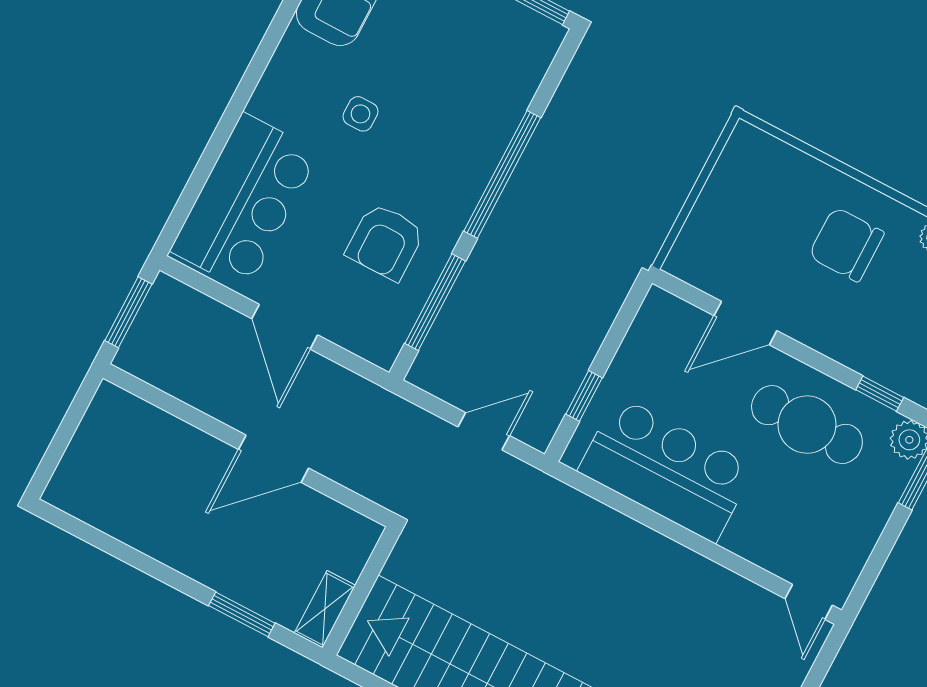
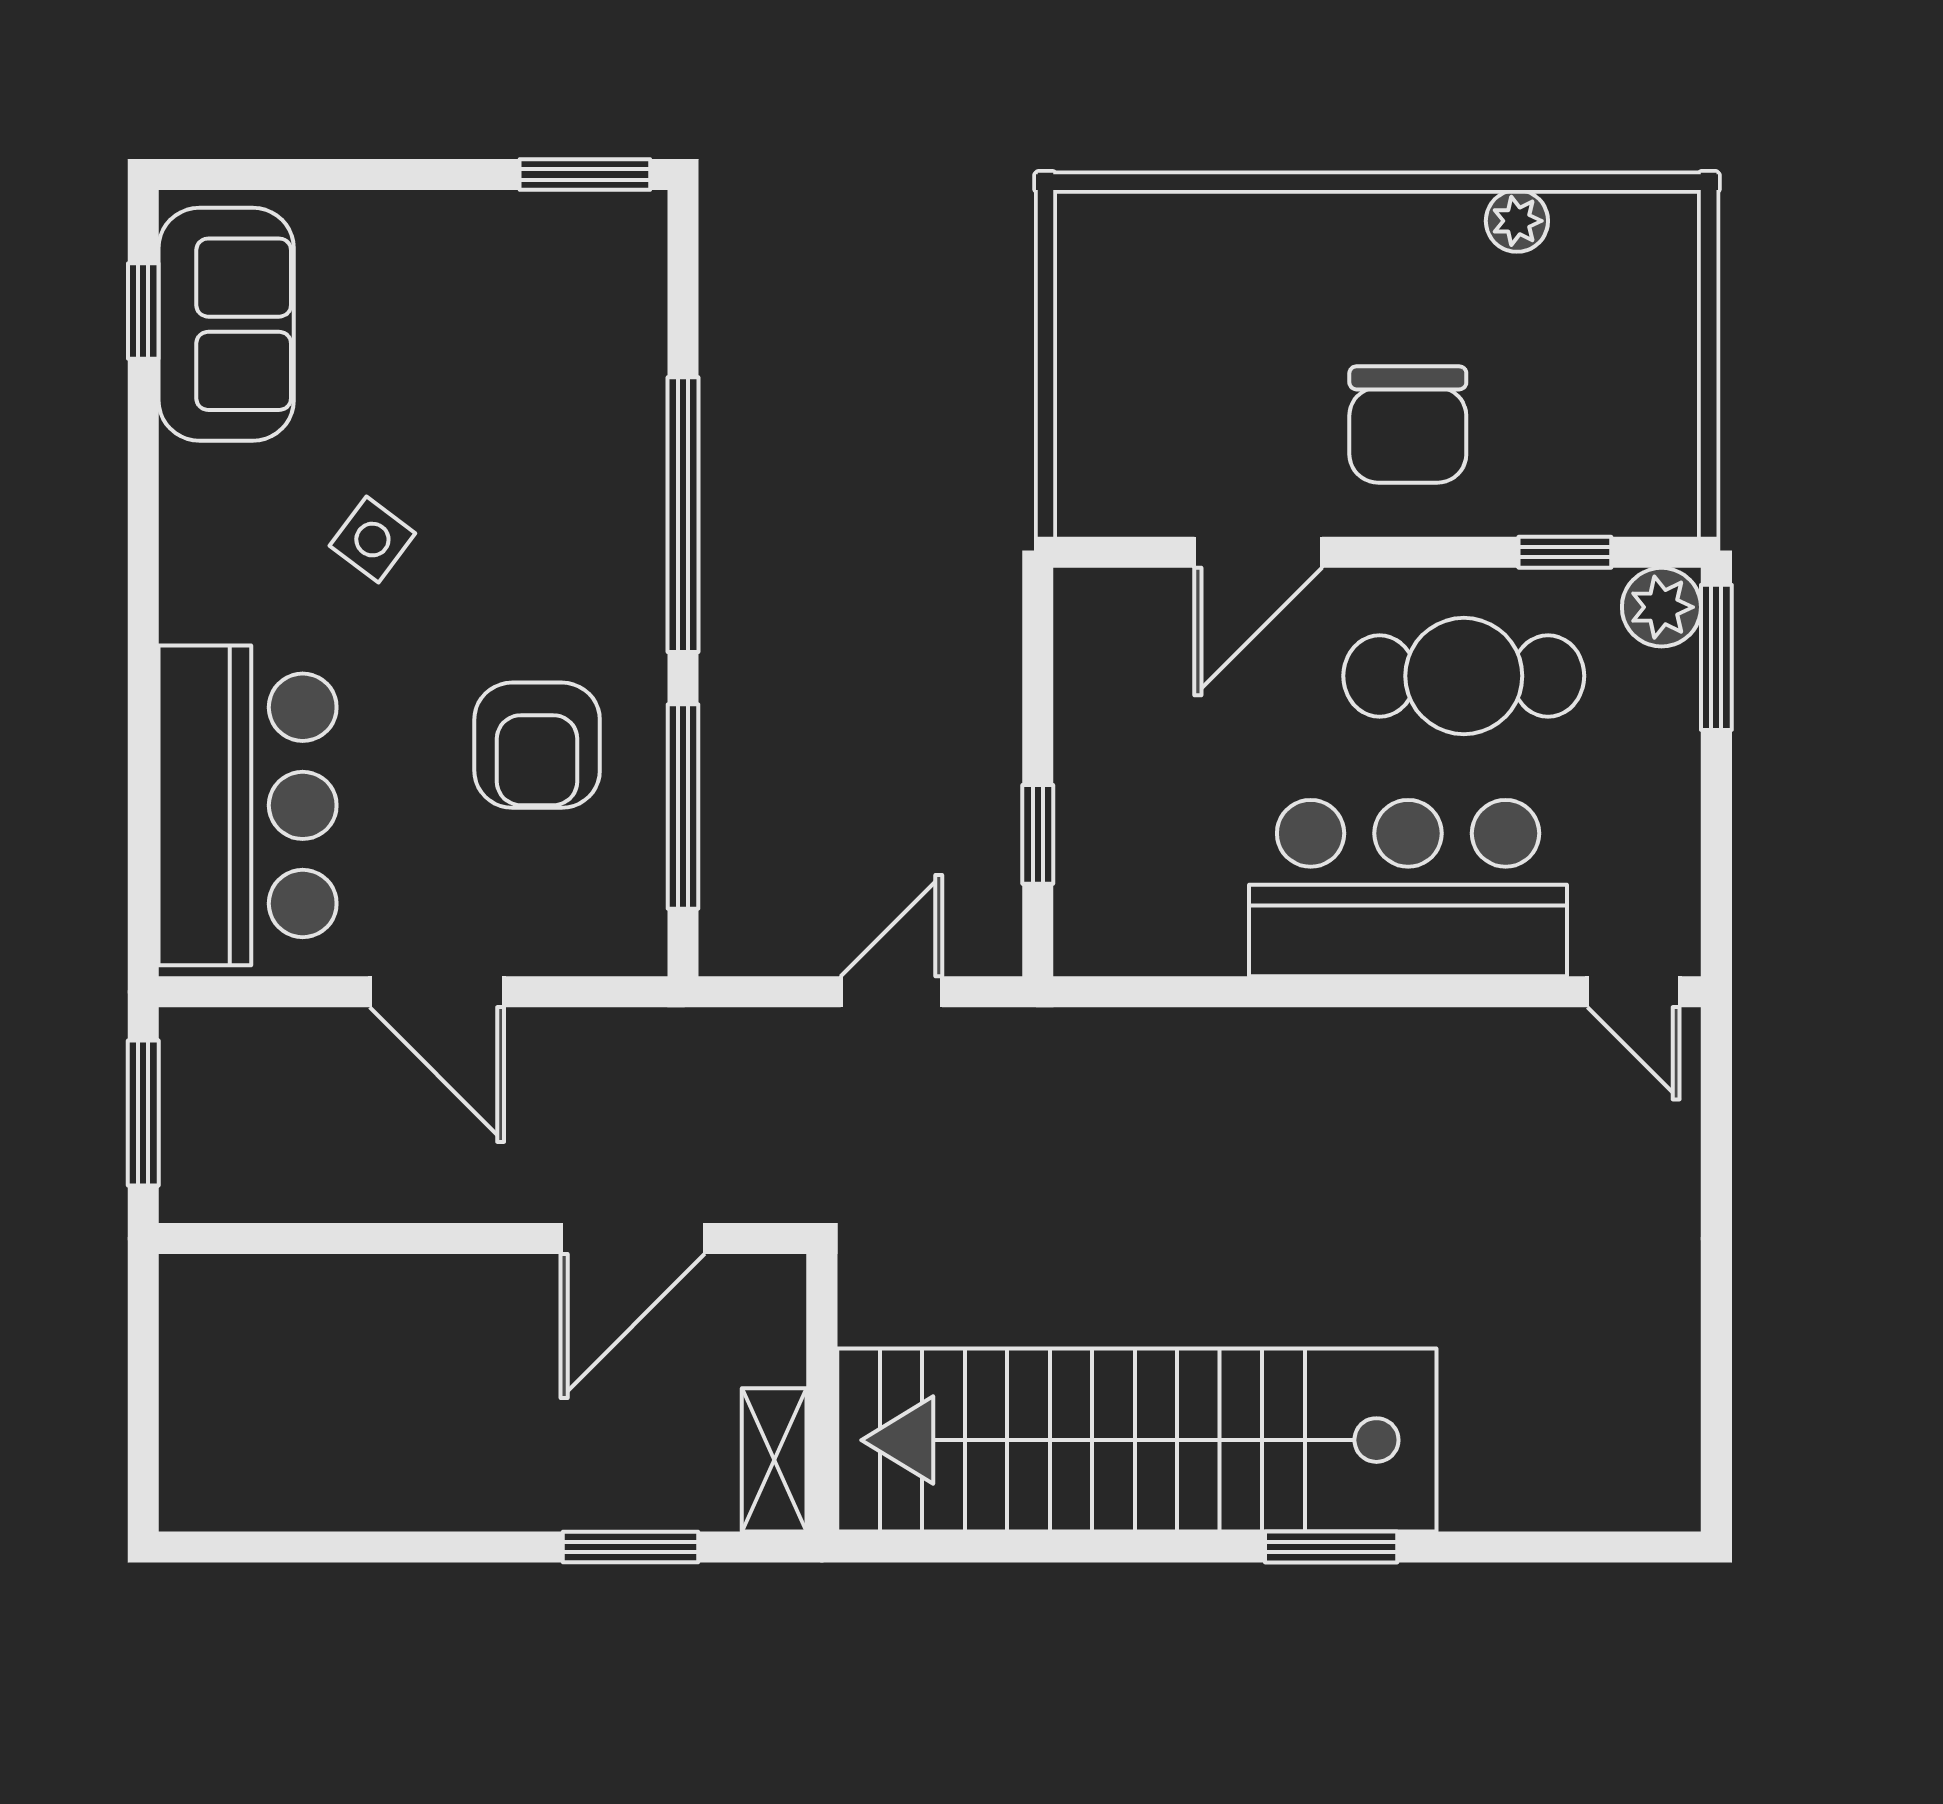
side table: (360, 114) -> (372, 540), turned 37
chair: (846, 244) -> (1408, 424), moved, turned -90
door: (274, 459) -> (633, 1239), moved
bar counter: (666, 469) -> (1408, 888), moved

